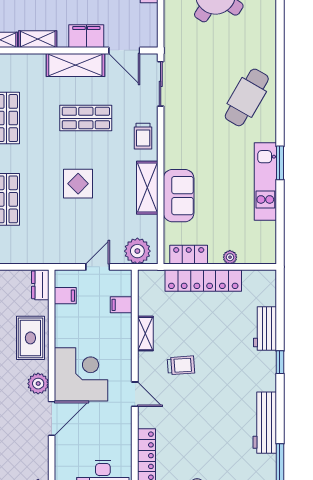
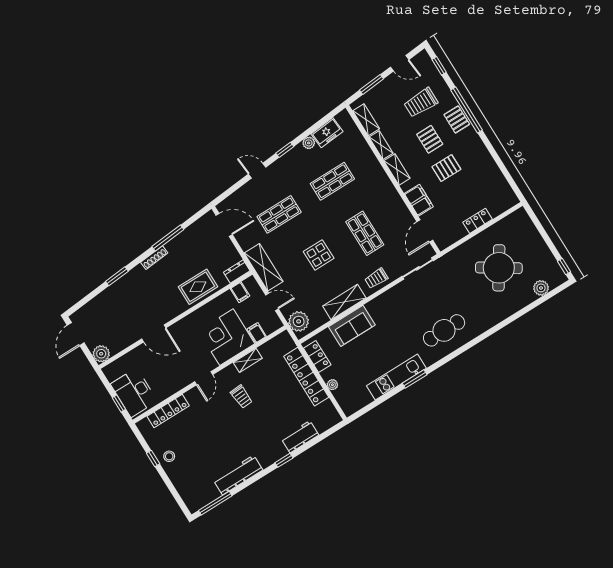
shelving: (75, 65) -> (264, 267), moved
cafe table: (247, 97) -> (444, 330), turned -30
corner desk: (81, 374) -> (226, 337), moved, turned 180
plant: (38, 384) -> (171, 310), removed

